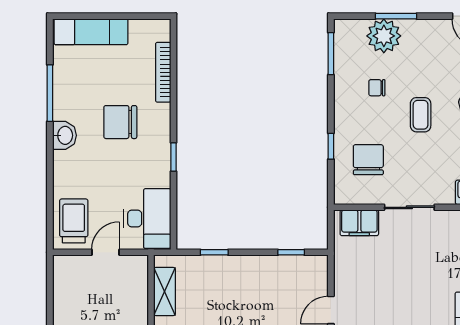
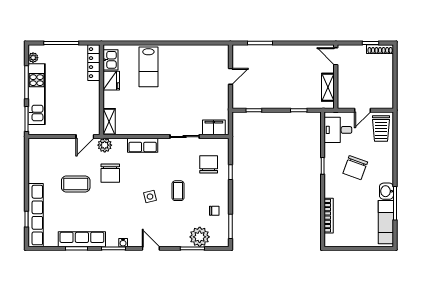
exam couch: (91, 32) -> (386, 222), moved, turned -90
chair: (377, 88) -> (214, 211), moved
chair: (120, 122) -> (355, 168), moved, turned 110
washbasin: (64, 135) -> (386, 191), moved
chair: (368, 160) -> (209, 164), turned 180
desk: (147, 219) -> (338, 130), width x0.73

